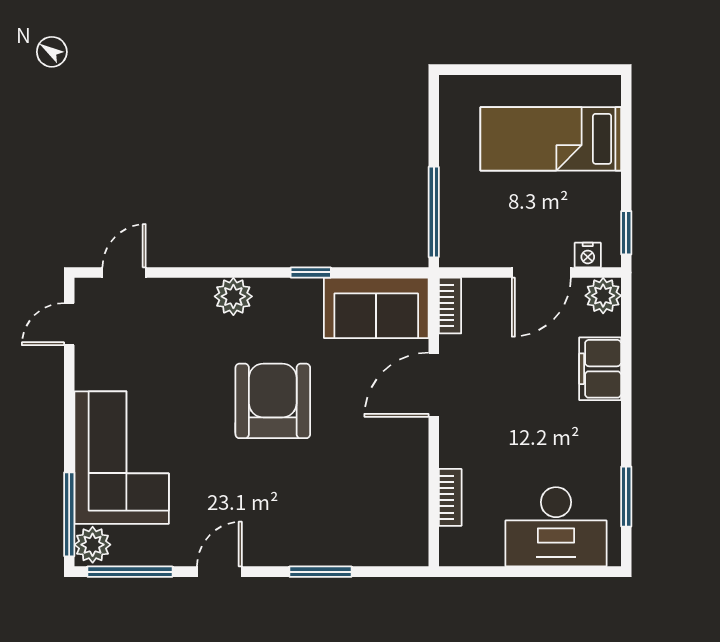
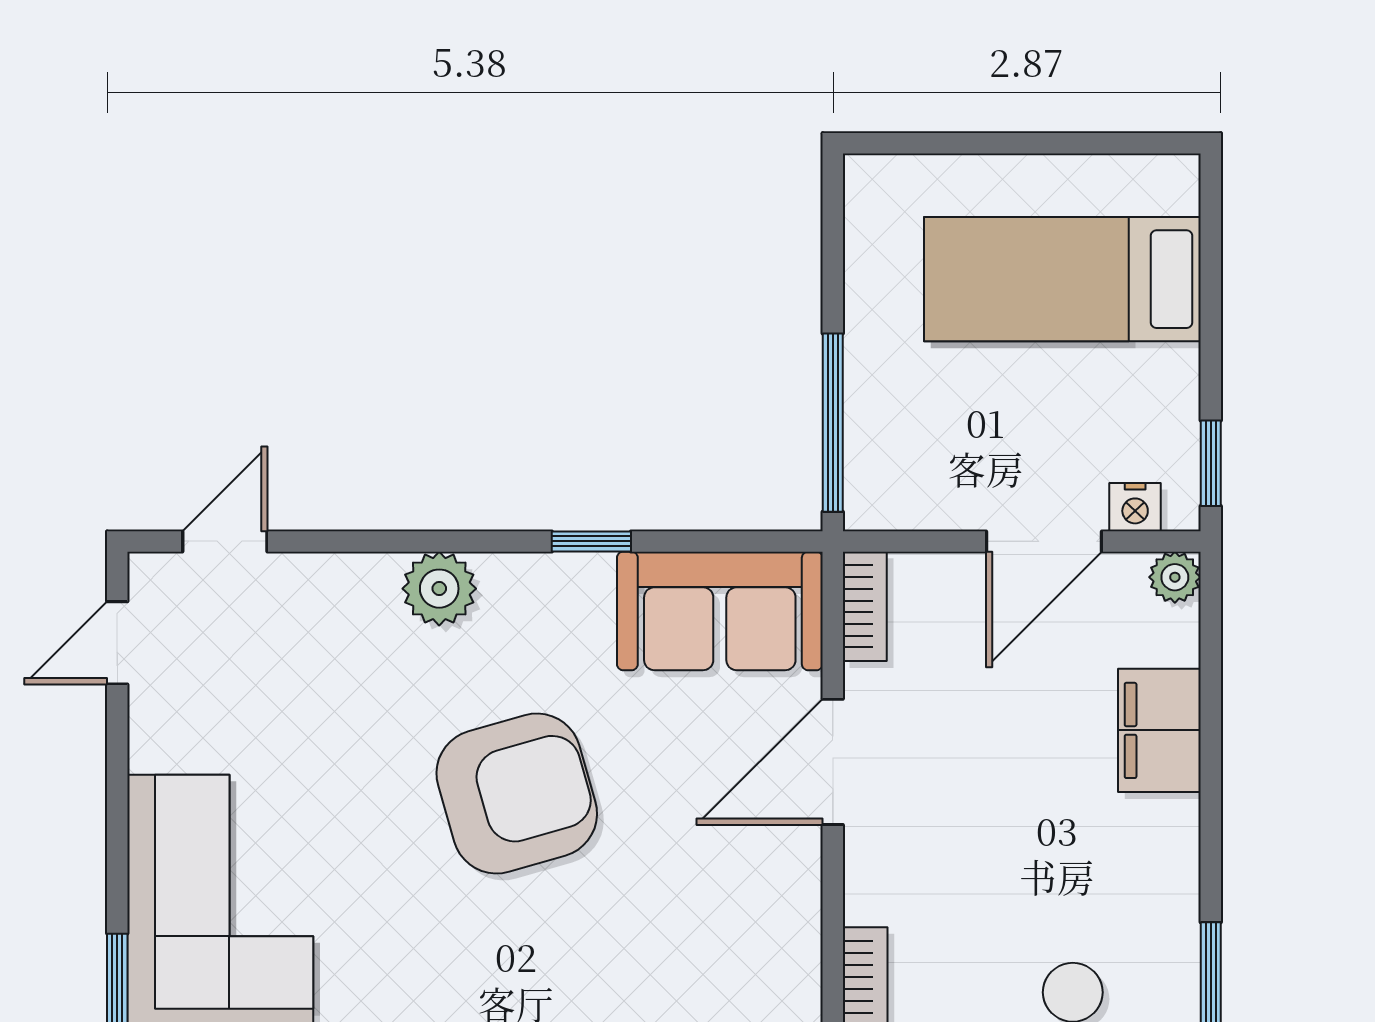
plant: (603, 296) -> (1175, 577), width x0.73, depth x0.73
armchair: (273, 401) -> (517, 794), turned 74

